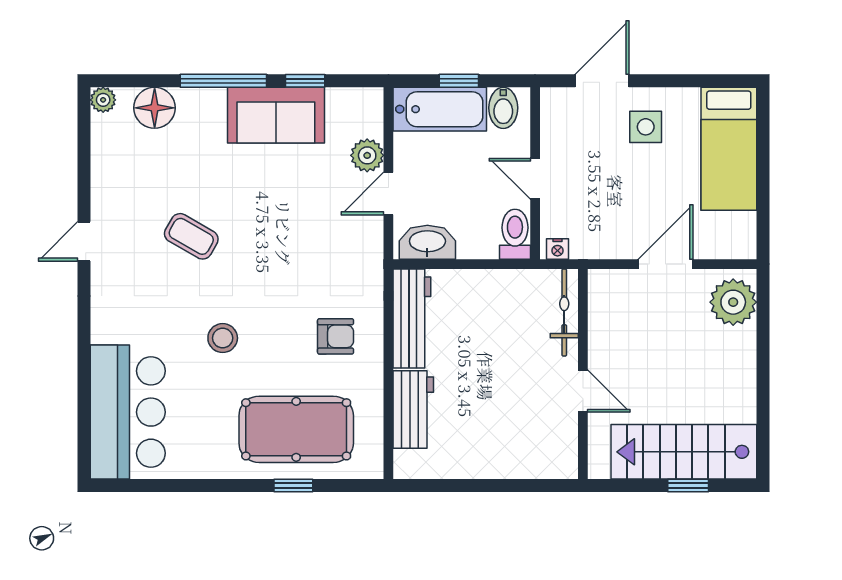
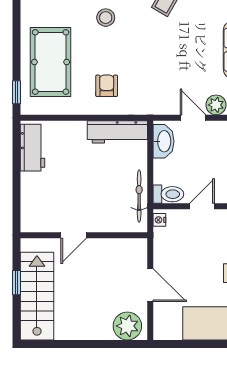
bicycle: (564, 313) -> (139, 196), moved, turned -90
armchair: (336, 336) -> (107, 86), turned 180
workbench: (413, 410) -> (33, 148), moved, turned -90
window: (293, 486) -> (17, 92), moved
window: (688, 486) -> (17, 283), moved

